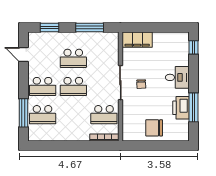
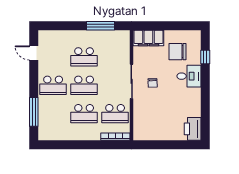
window: (49, 27) -> (60, 26), removed
window: (194, 47) -> (205, 57), moved
window: (194, 107) -> (205, 106), removed
printer: (181, 108) -> (193, 129), moved
school desk: (43, 115) -> (84, 114), moved
chair: (154, 128) -> (178, 52), moved

